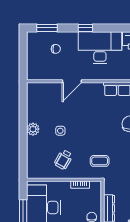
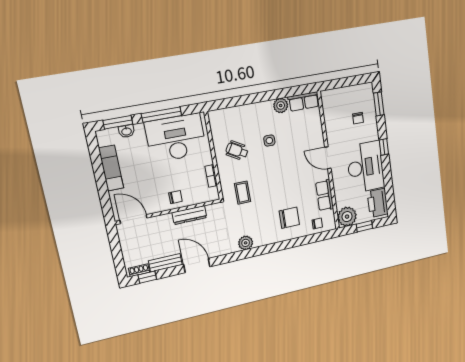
door: (72, 81) -> (328, 158), moved
row of seats: (33, 96) -> (304, 101), added
plant: (33, 129) -> (281, 105), moved

